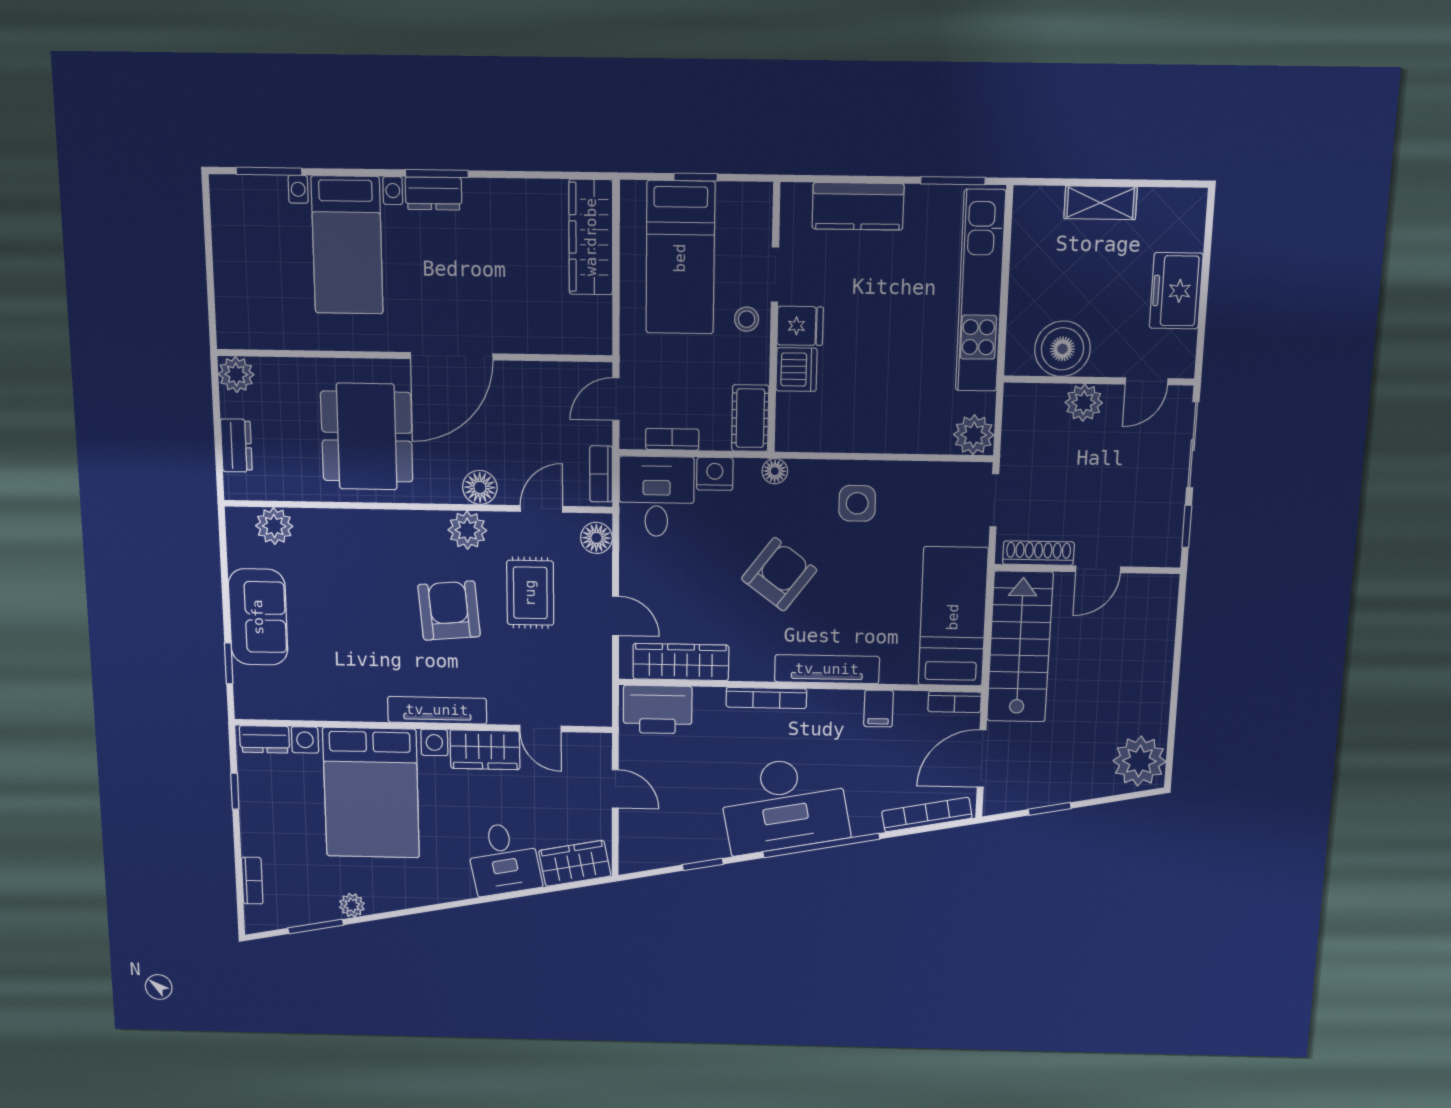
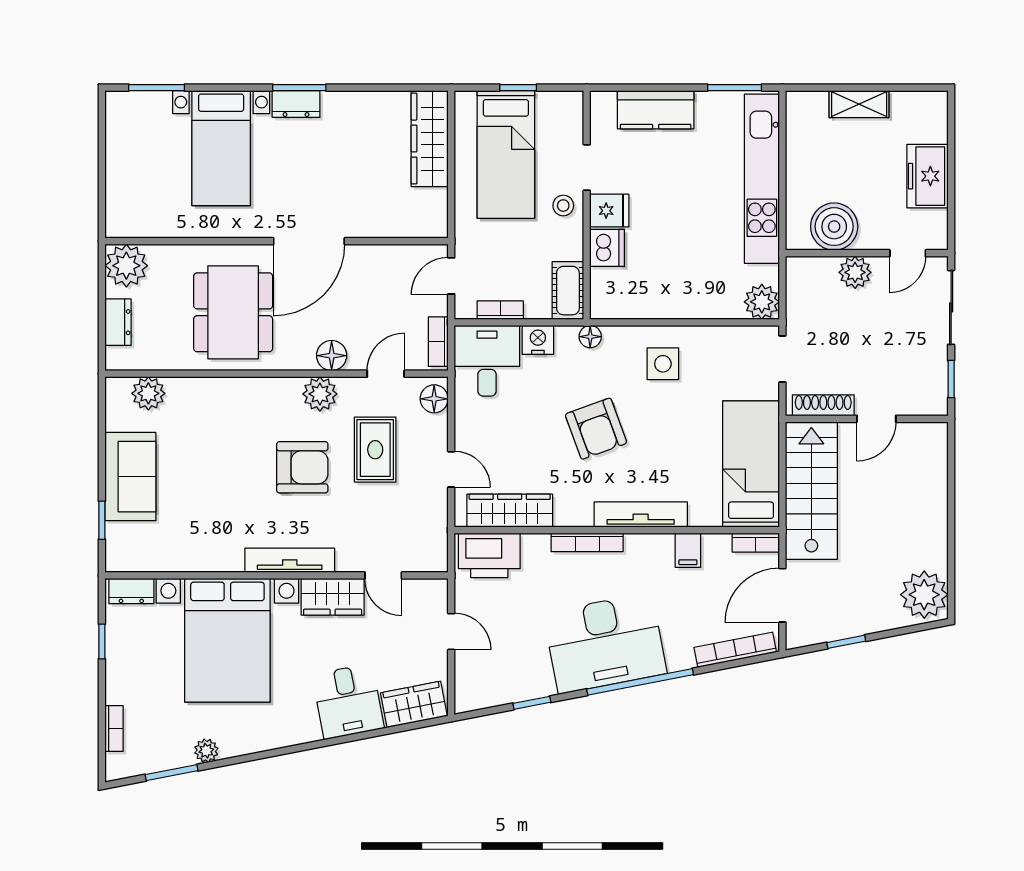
plant: (236, 374) -> (126, 266), width x1.36, depth x1.36
armchair: (779, 574) -> (596, 429), turned 123
armchair: (449, 611) -> (302, 467), turned 95

